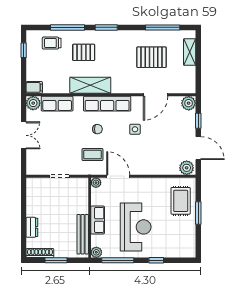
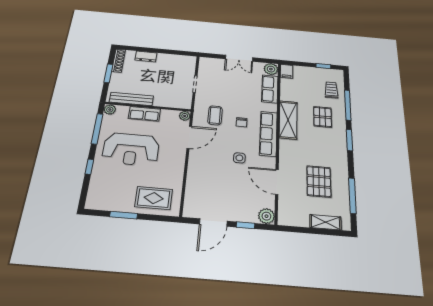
plant: (187, 168) -> (191, 208), removed
window: (198, 213) -> (124, 215), moved

